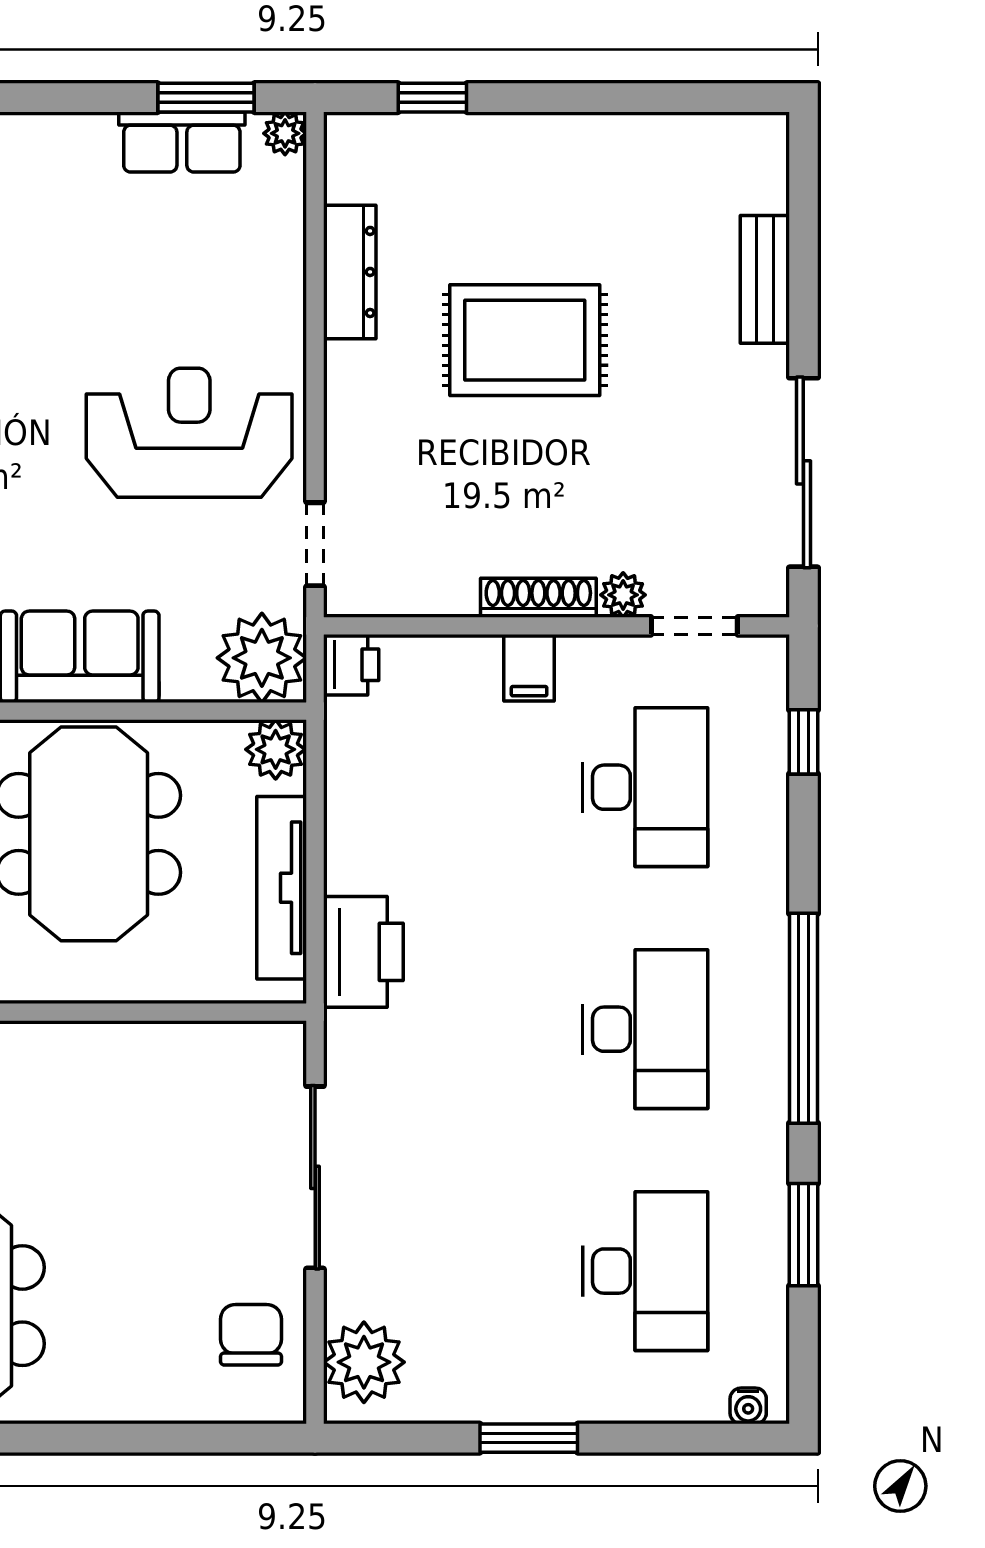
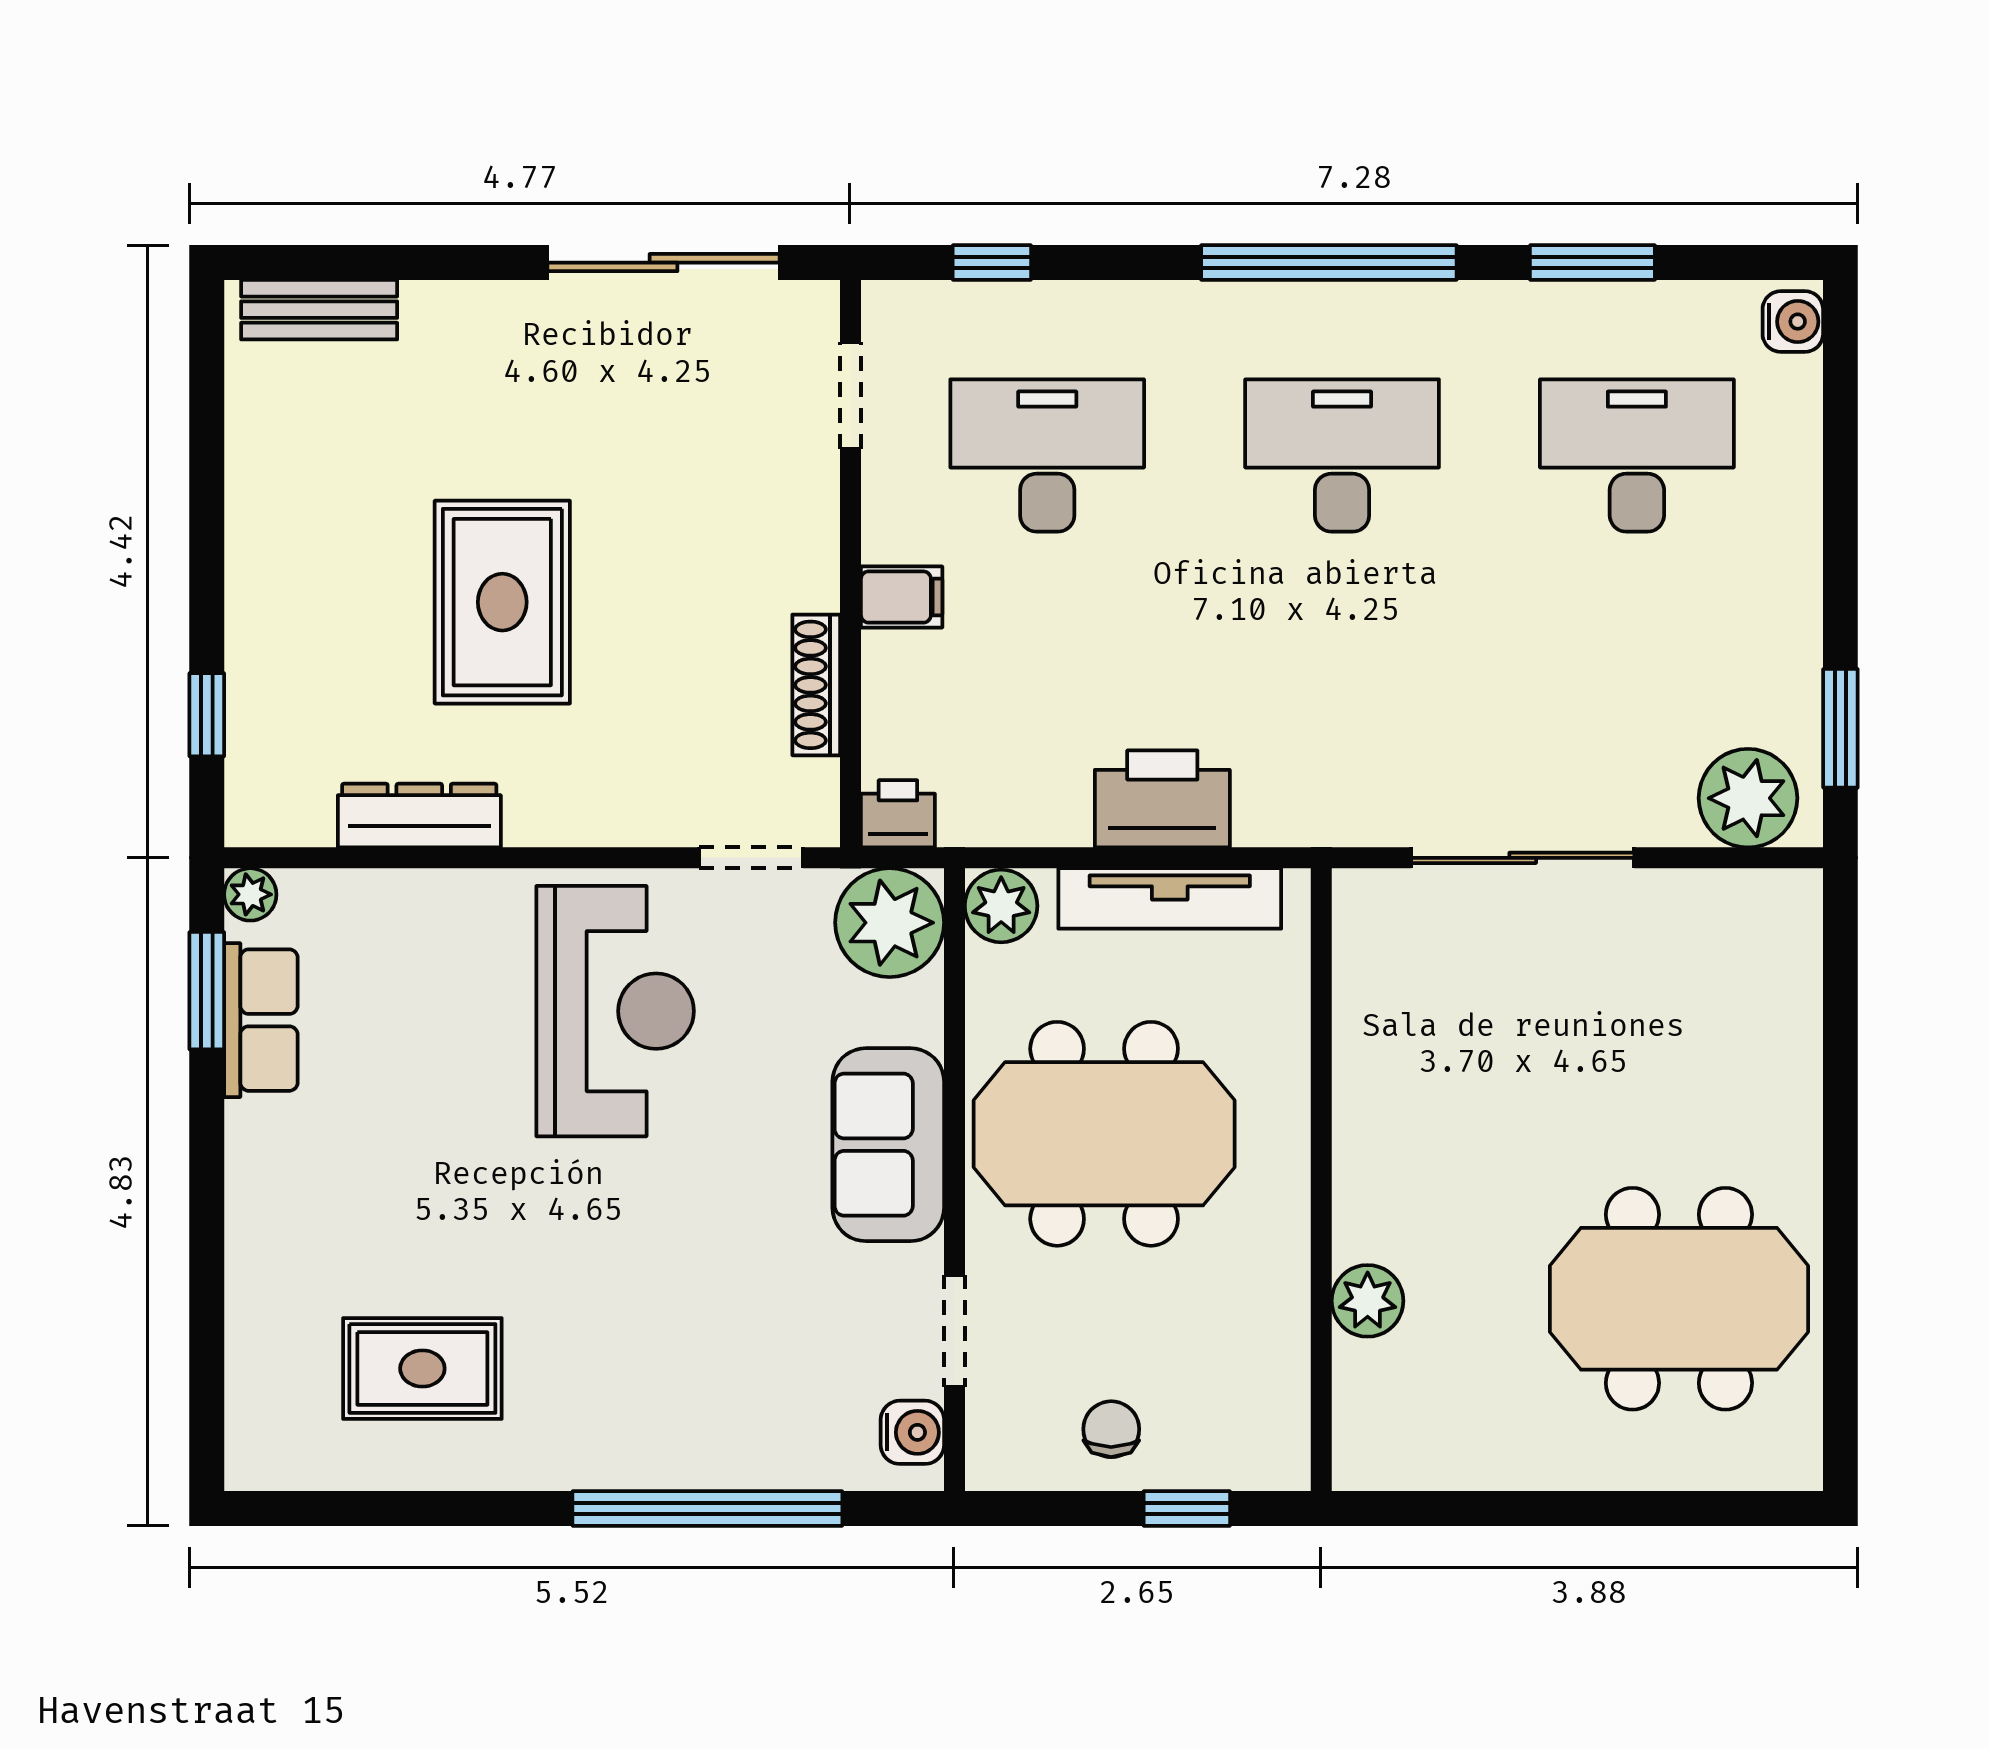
bench: (765, 279) -> (319, 310), moved
reception desk: (189, 433) -> (615, 1011), turned 180
plant: (623, 595) -> (813, 482), removed
shoe rack: (538, 598) -> (816, 685), moved
printer: (363, 952) -> (1162, 799), moved
chair: (251, 1335) -> (1714, 936), removed
water cooler: (748, 1406) -> (1793, 322), width x1.38, depth x1.38
window: (529, 1438) -> (1840, 728), moved

